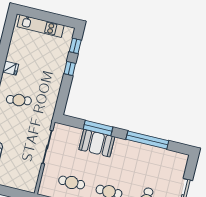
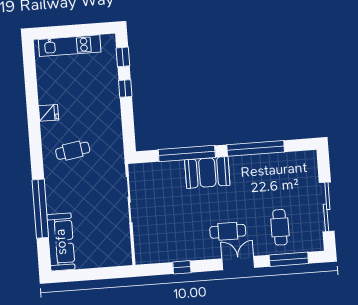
window: (98, 128) -> (187, 154), width x1.46
booth: (97, 143) -> (207, 172), moved
cafe table: (72, 182) -> (176, 235), removed

